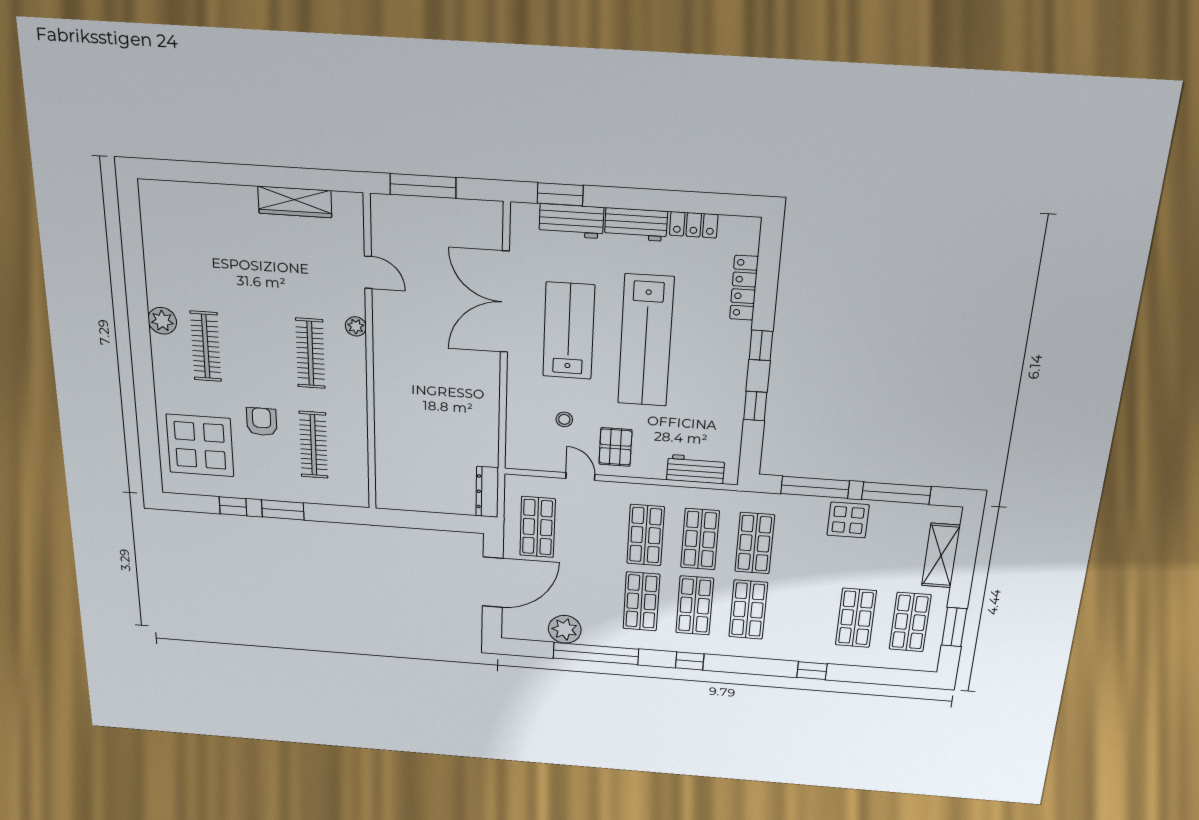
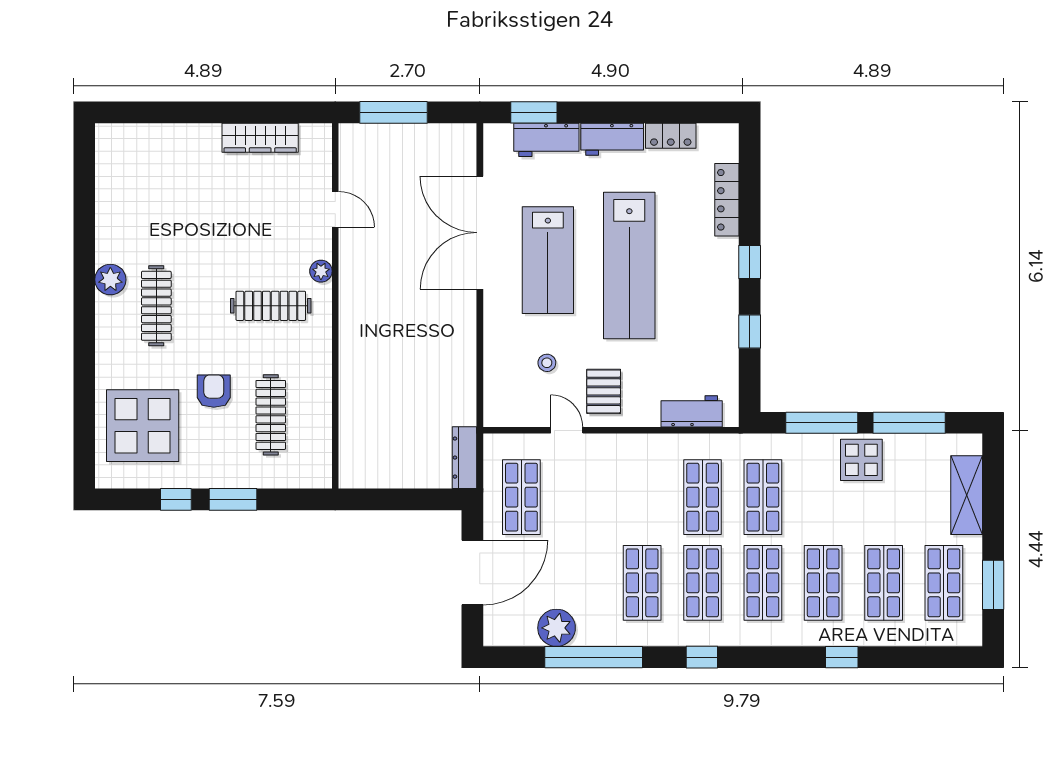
lab bench: (569, 331) -> (548, 260), turned 180
clothes rail: (310, 353) -> (271, 306), turned 90
shop shelf: (646, 535) -> (823, 583), moved

